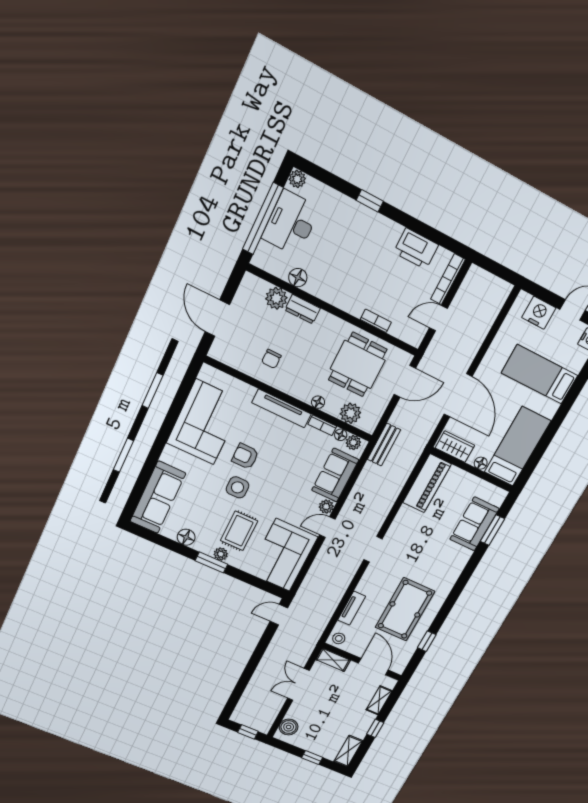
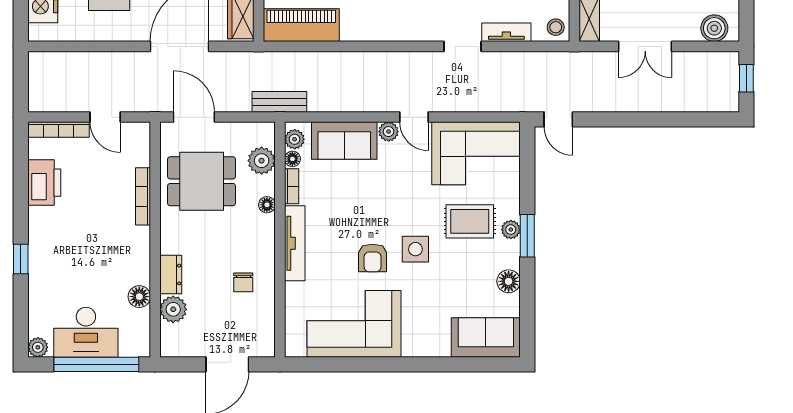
bookcase: (376, 321) -> (143, 196), width x1.56
chair: (271, 359) -> (243, 282), turned 90
sofa: (158, 497) -> (486, 337), width x0.73
doorway: (373, 549) -> (463, 46), moved

